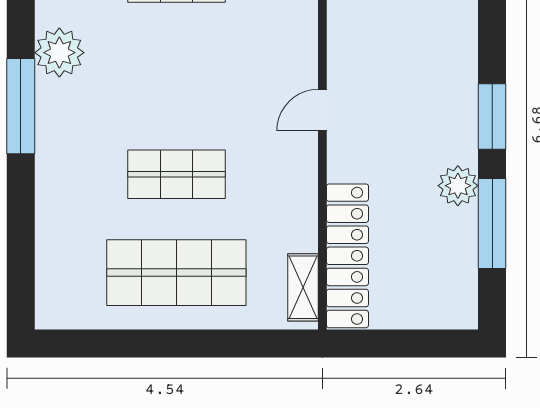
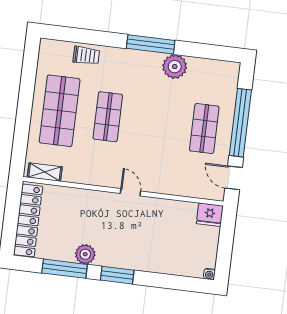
trolley: (59, 233) -> (86, 56), added
locker: (347, 256) -> (28, 220), moved, turned -90

